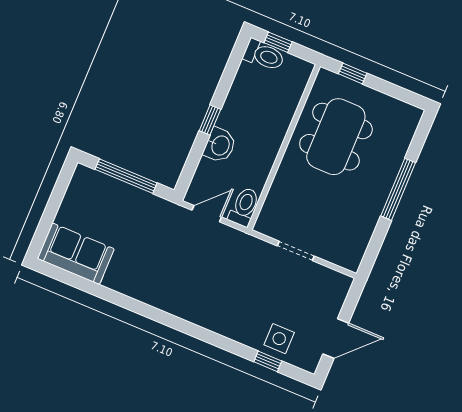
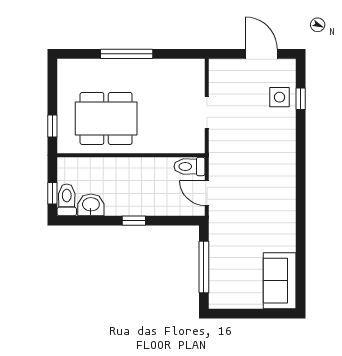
washbasin: (220, 145) -> (91, 205), moved

